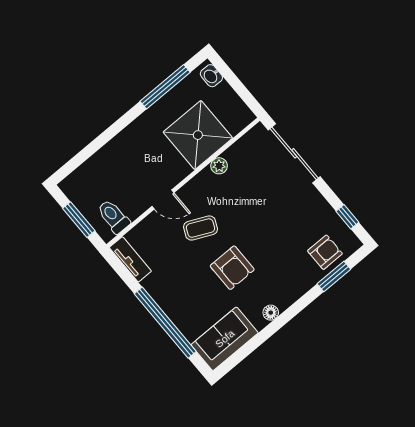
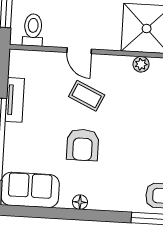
tv unit: (130, 259) -> (15, 100), moved

